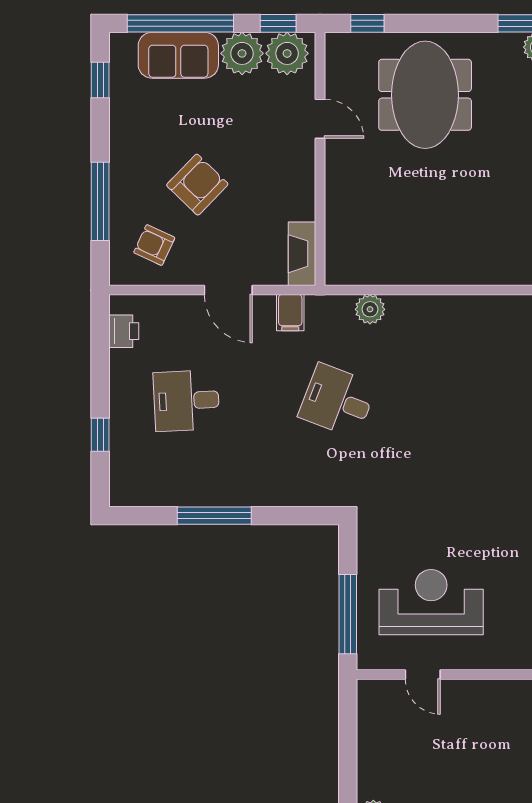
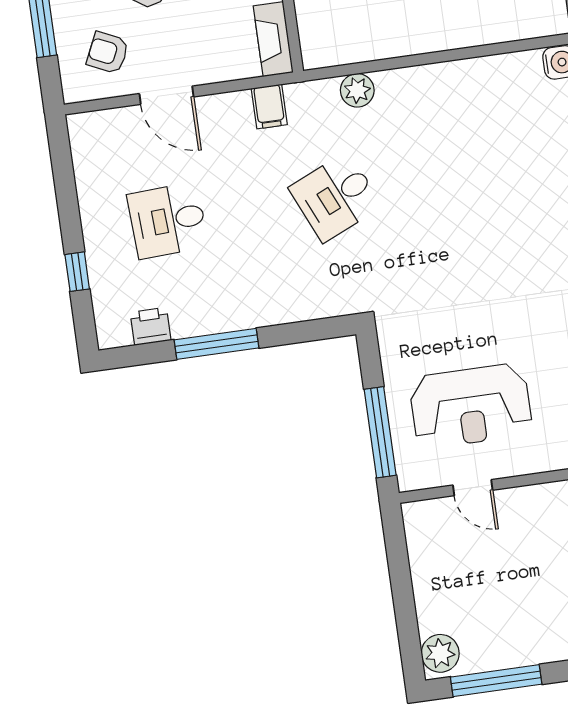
door: (228, 290) -> (166, 95), moved
printer: (124, 331) -> (151, 326), moved, turned -90
desk: (338, 401) -> (335, 197), turned -45
reception desk: (431, 602) -> (471, 406), turned 180

